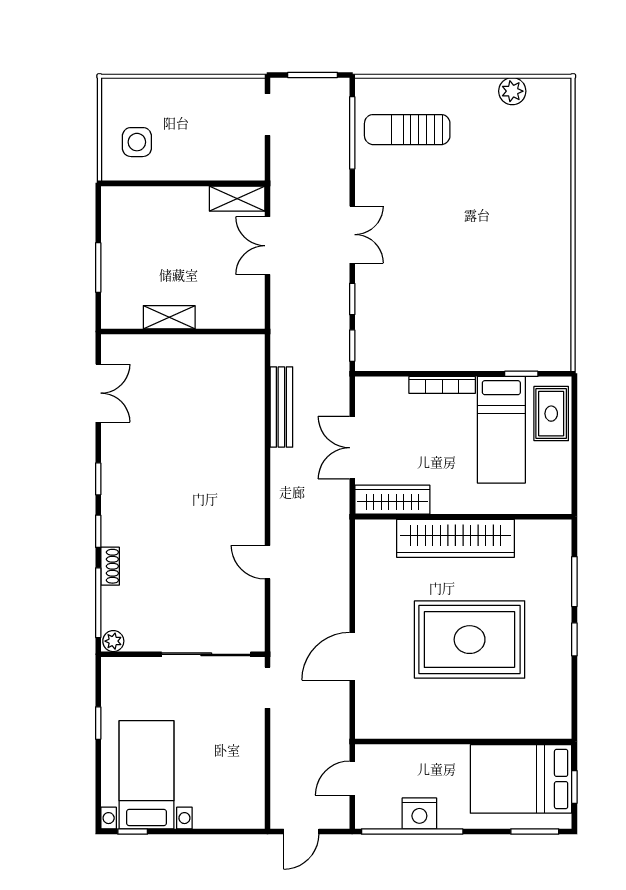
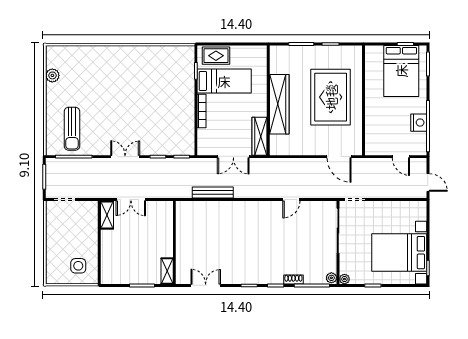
shelving: (169, 317) -> (167, 271), moved
plant: (111, 667) -> (344, 279), added
wall: (463, 742) -> (364, 100), moved
bed with nightstands: (147, 775) -> (399, 253), width x1.36

